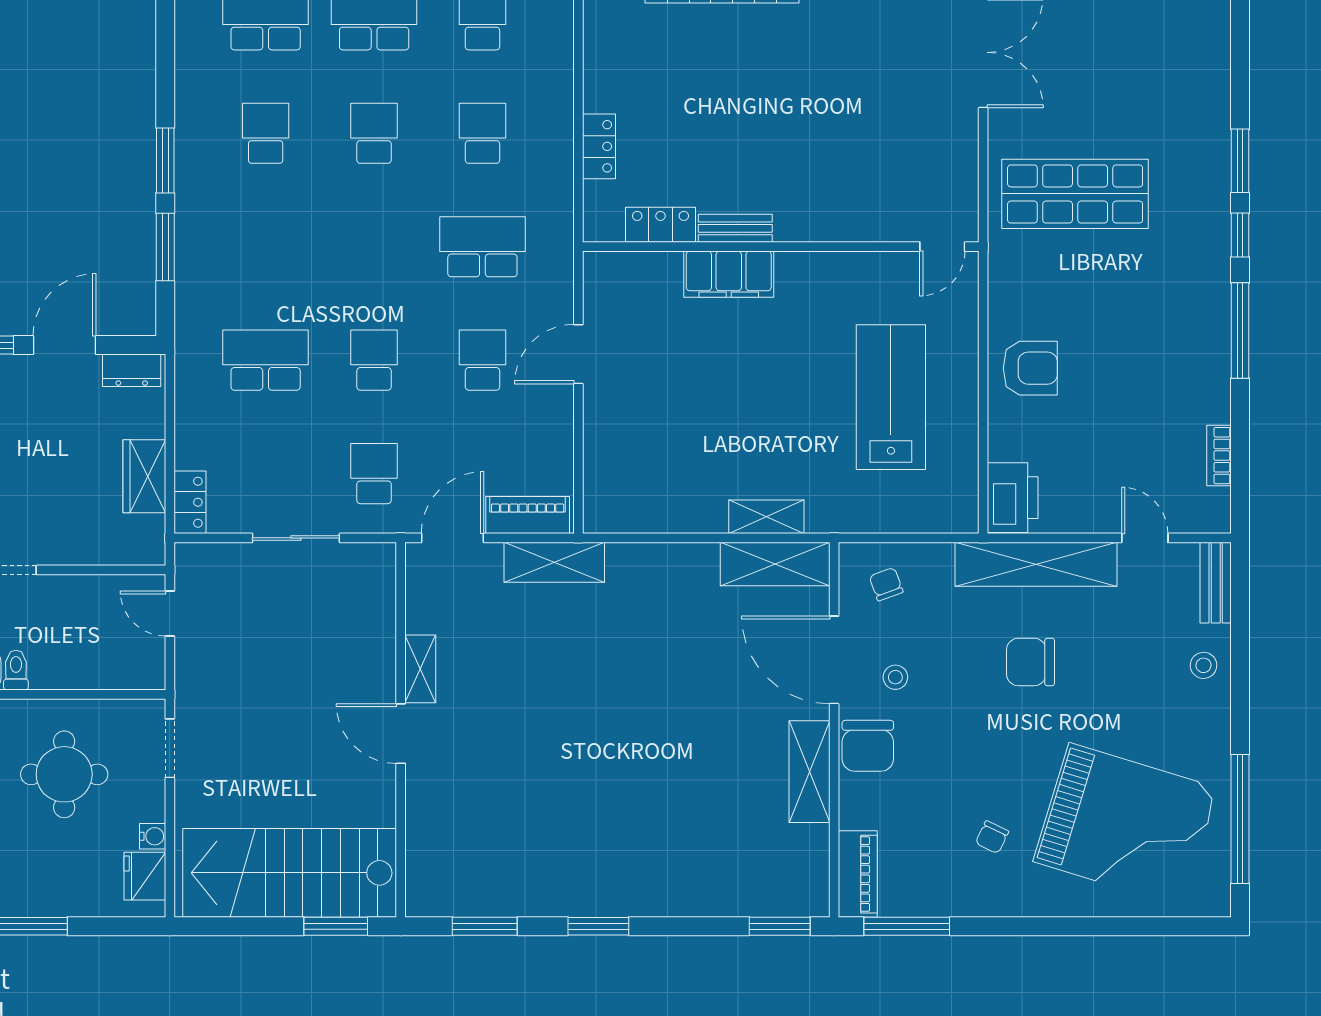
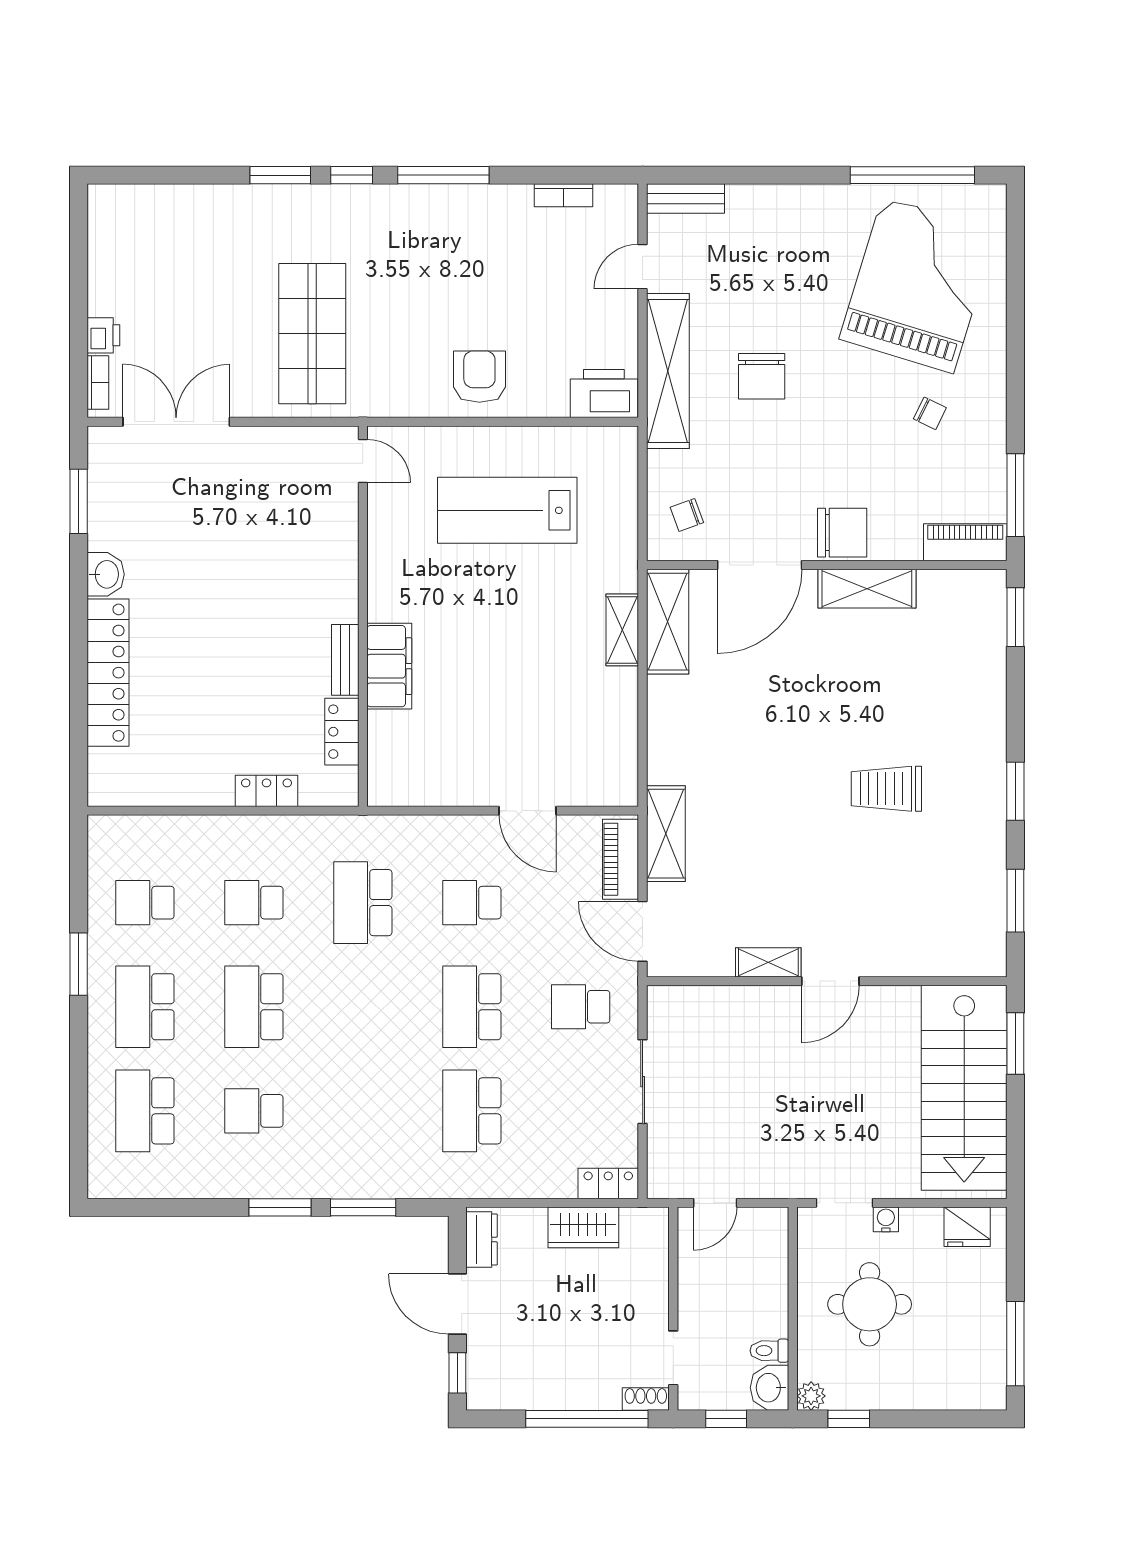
school desk: (374, 133) -> (254, 1007), width x1.85
door: (578, 354) -> (528, 811), moved
school desk: (374, 360) -> (472, 1007), width x1.85
stool: (1203, 665) -> (765, 210), removed
stool: (895, 677) -> (776, 506), removed
trolley: (601, 792) -> (886, 789), added
water cooler: (153, 836) -> (886, 1219), moved

